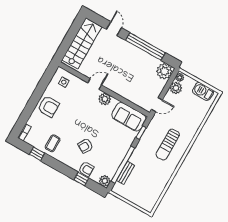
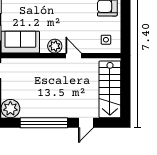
door: (114, 29) -> (86, 123), hinge flipped
door: (95, 84) -> (74, 56), swing flipped

